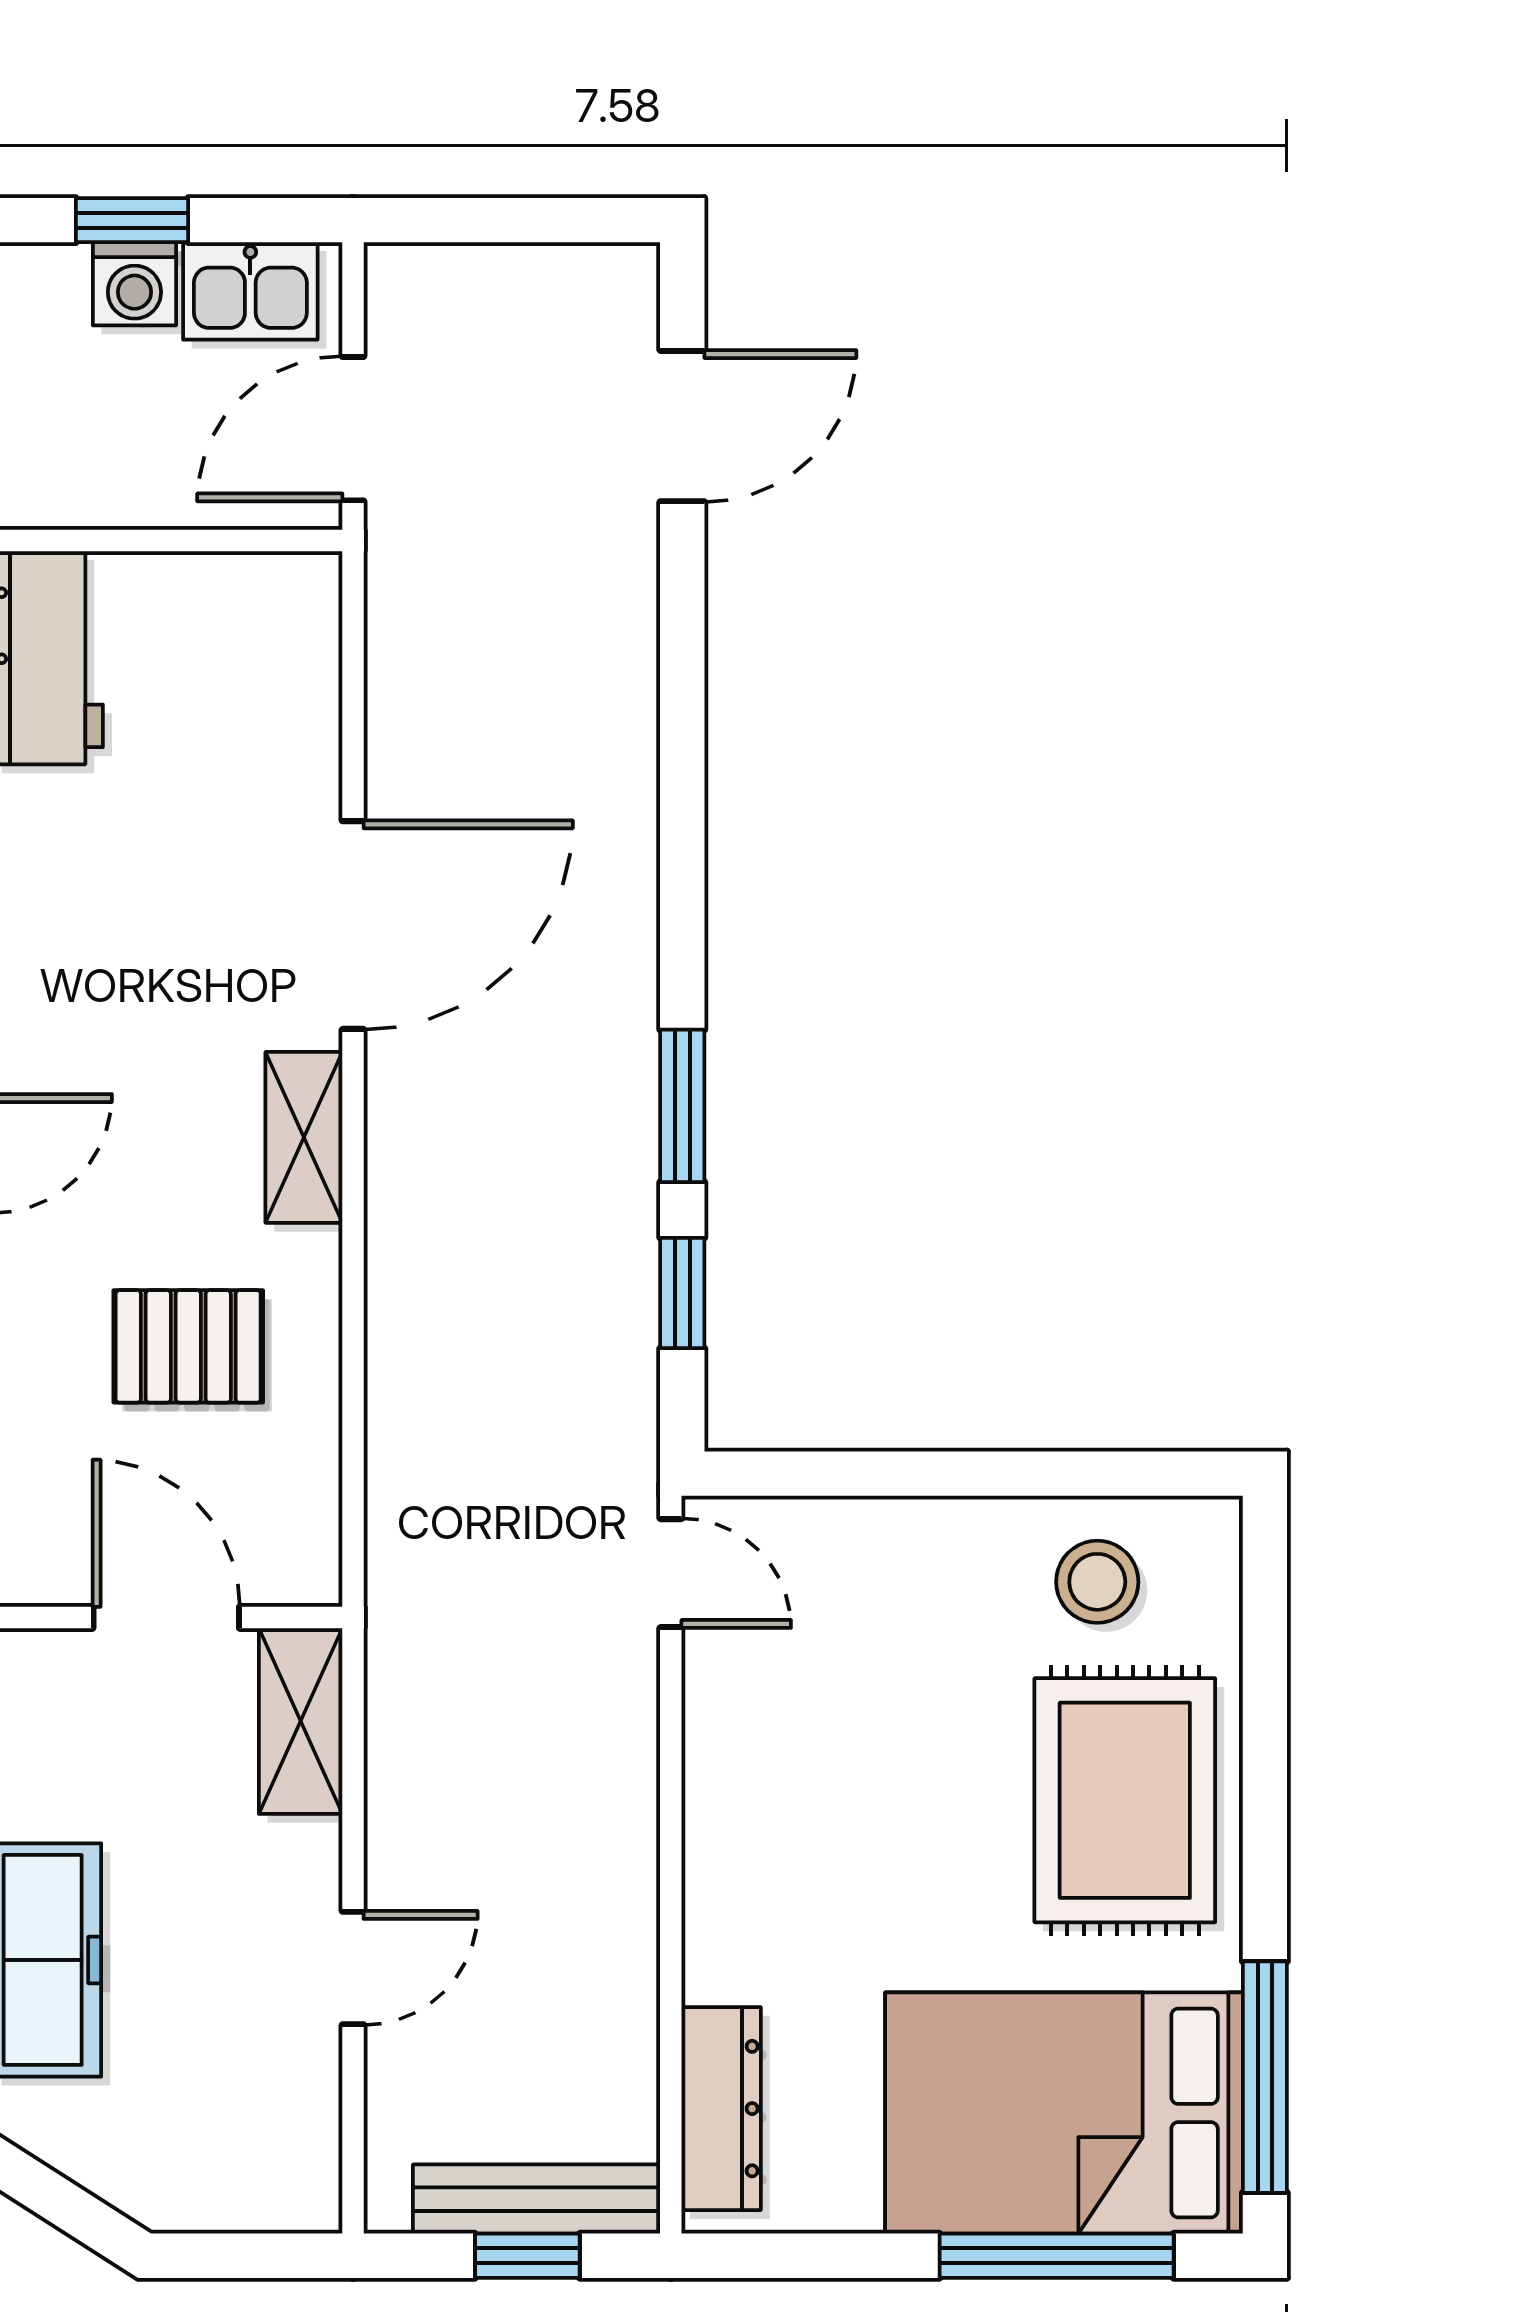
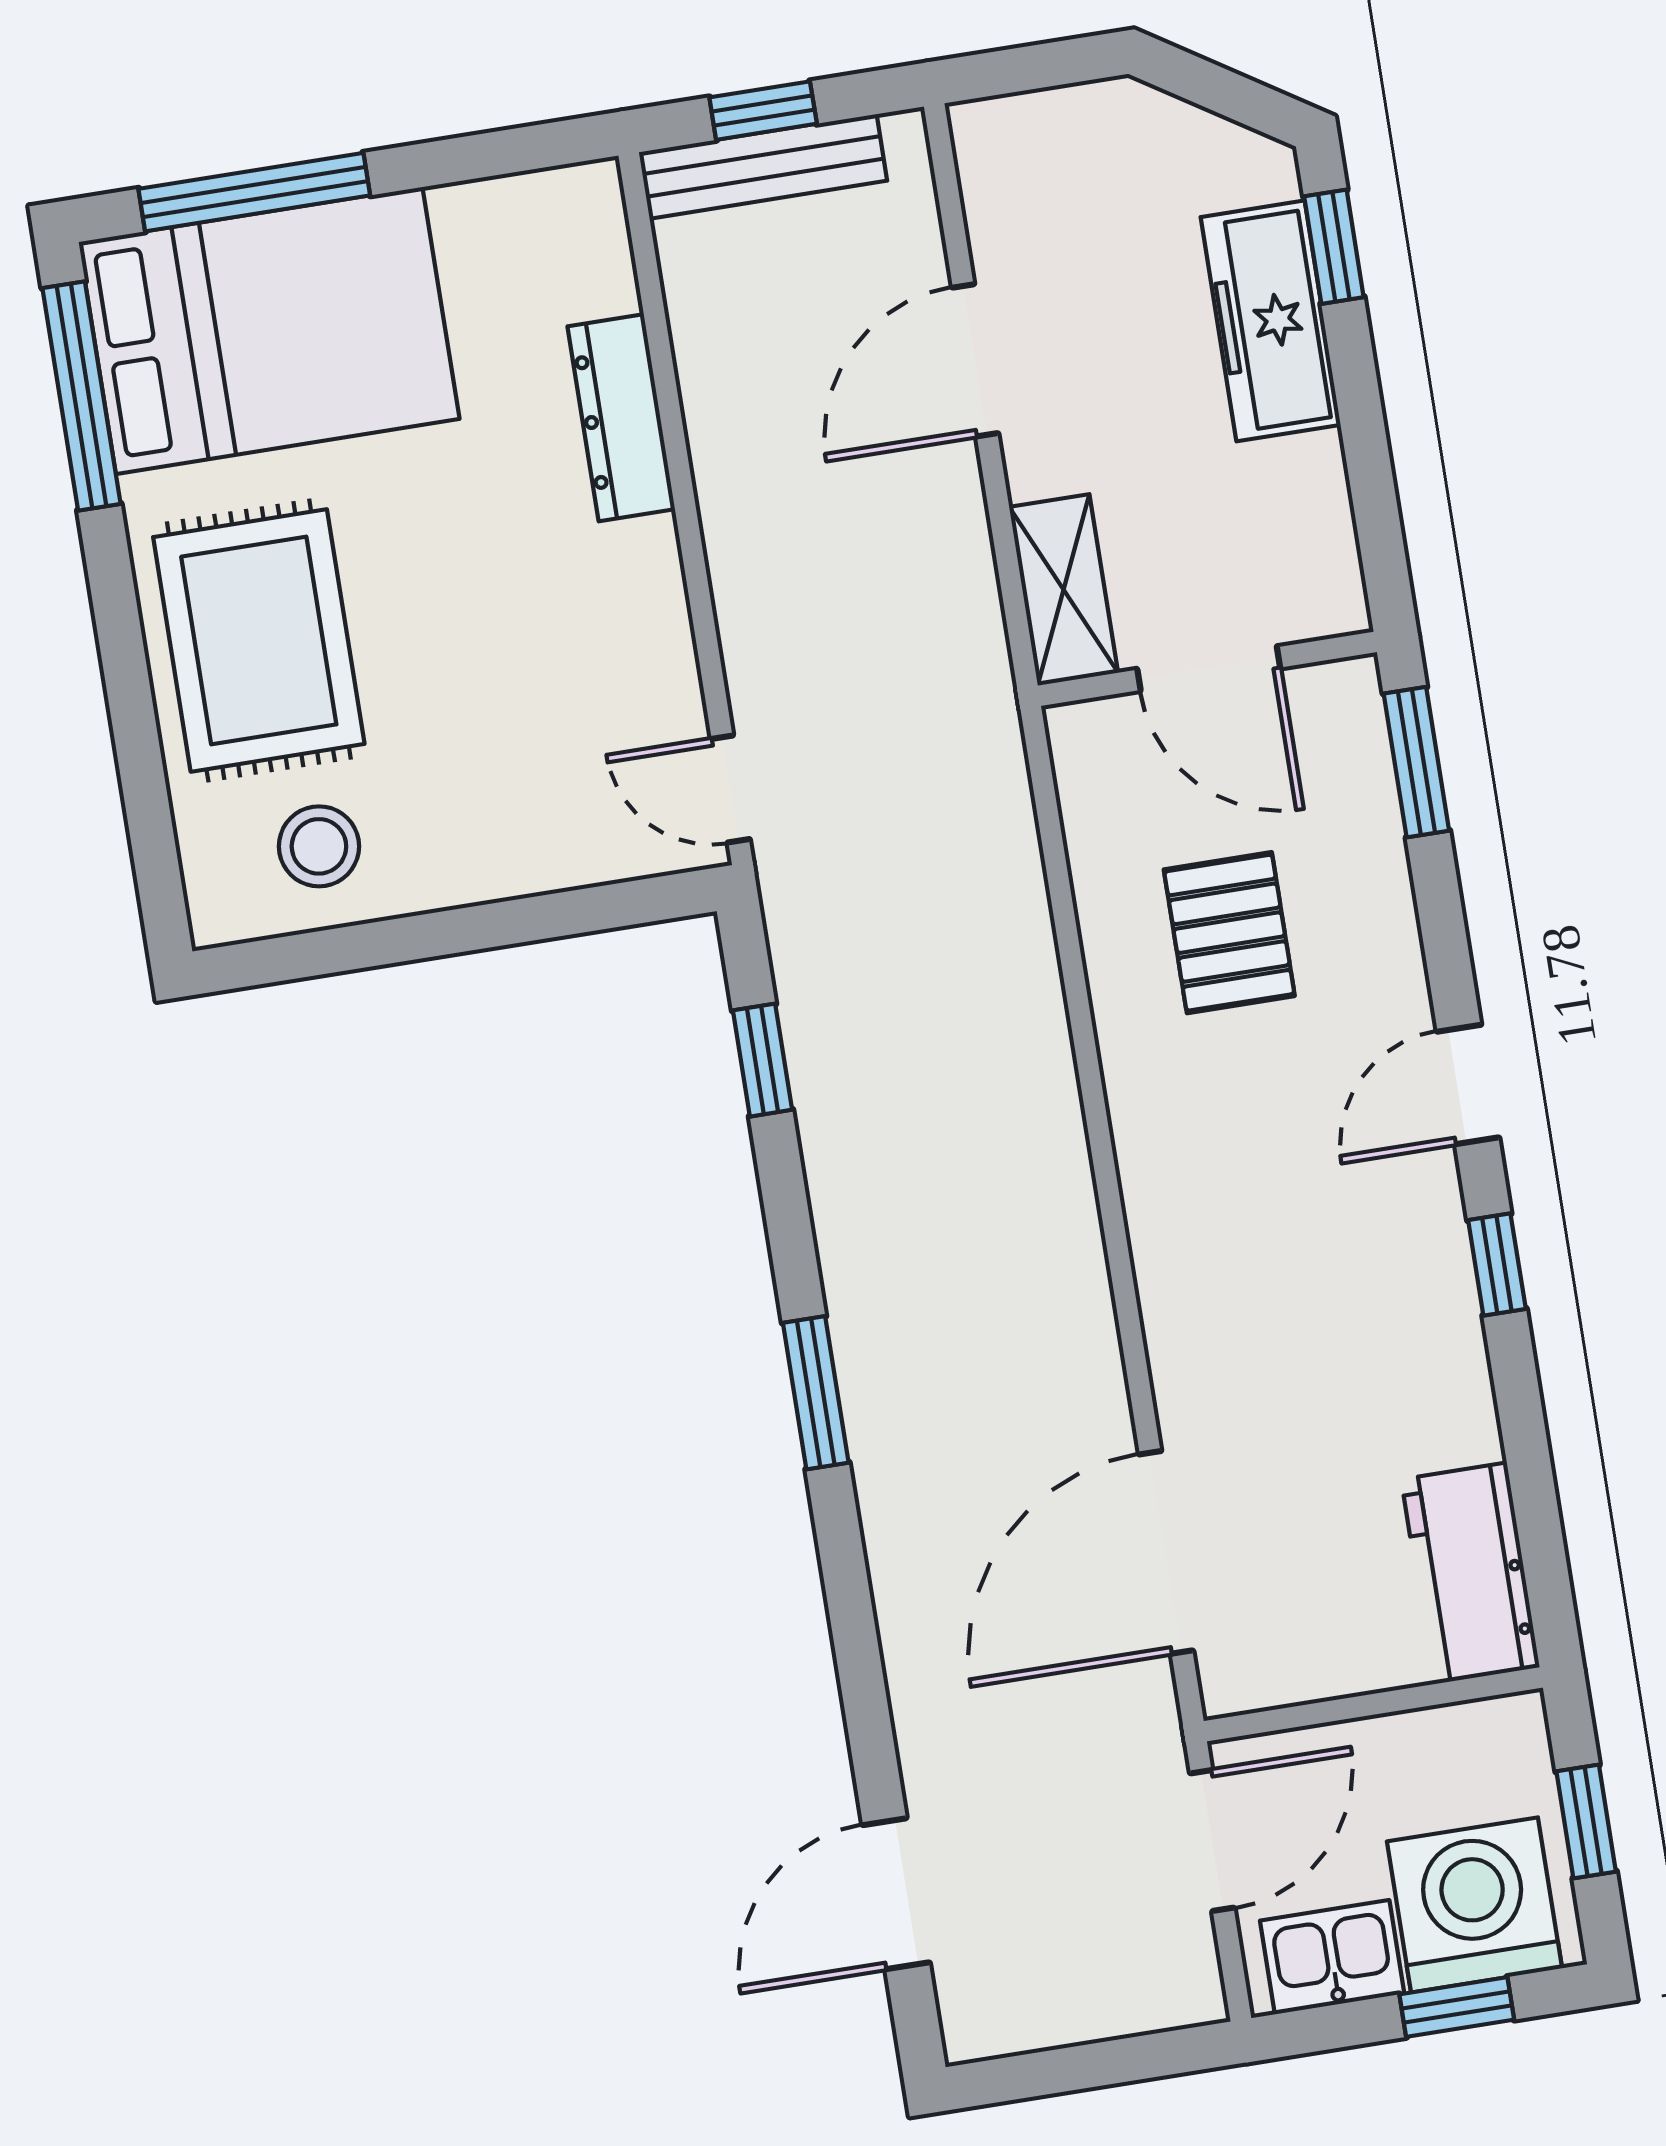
washing machine: (134, 284) -> (1475, 1905), width x1.89, depth x1.89
door: (353, 925) -> (1166, 1552), moved
window: (682, 1106) -> (816, 1393), moved
shelving: (304, 1137) -> (1150, 1151), removed
pallet: (188, 1346) -> (1229, 933), turned 90
door: (353, 1968) -> (975, 360), width x1.38
dresser: (721, 2109) -> (621, 418), moved

